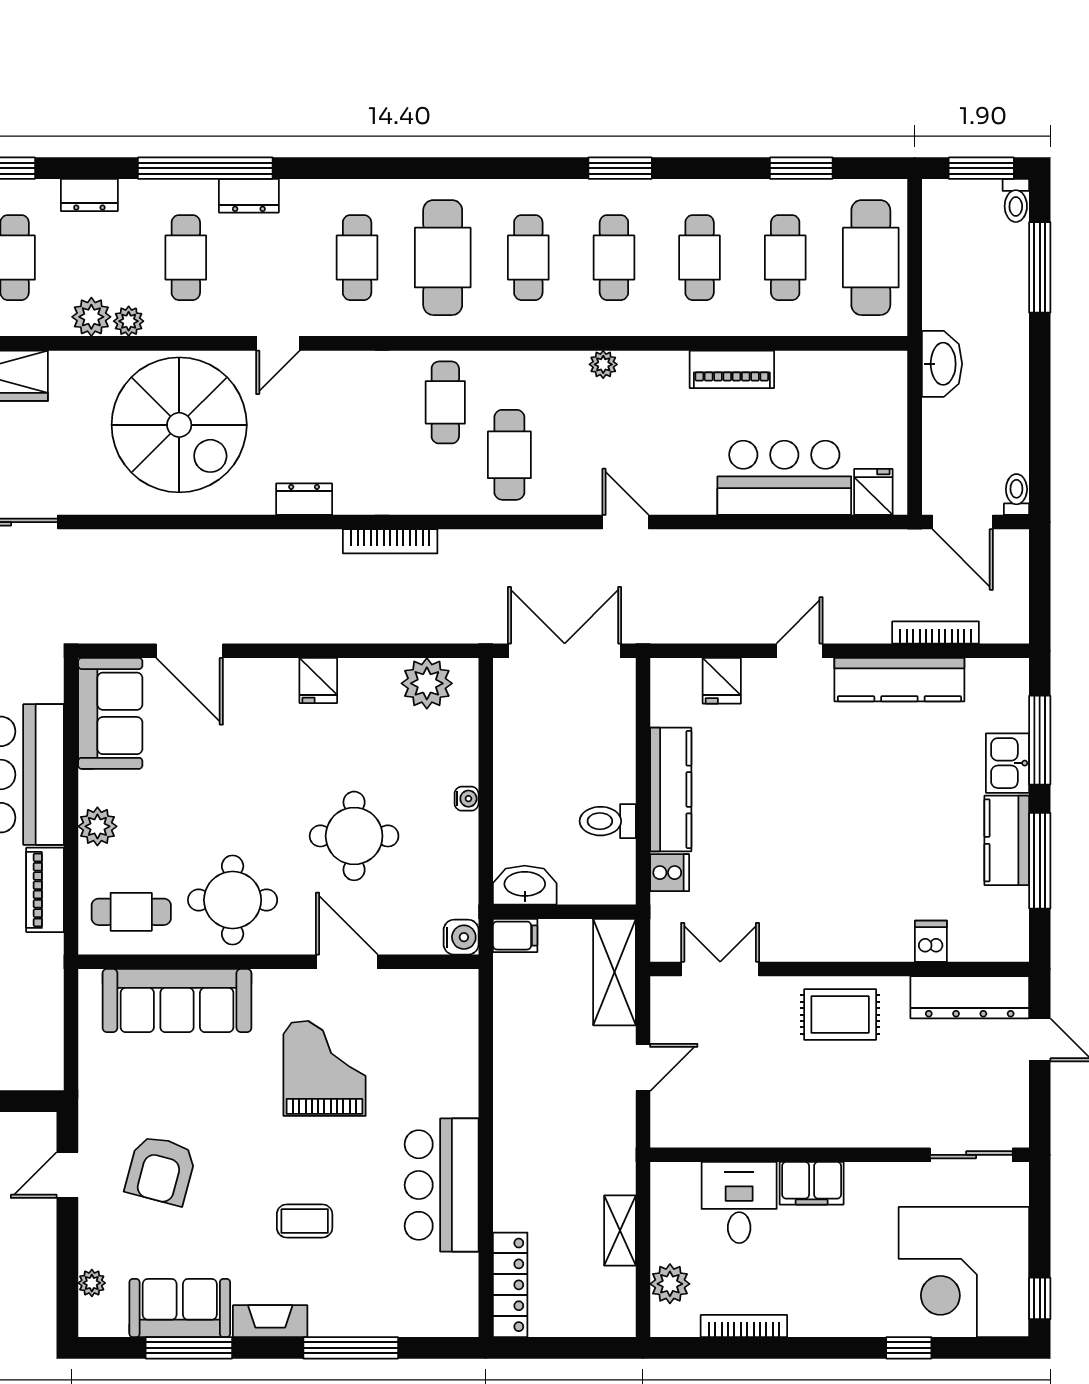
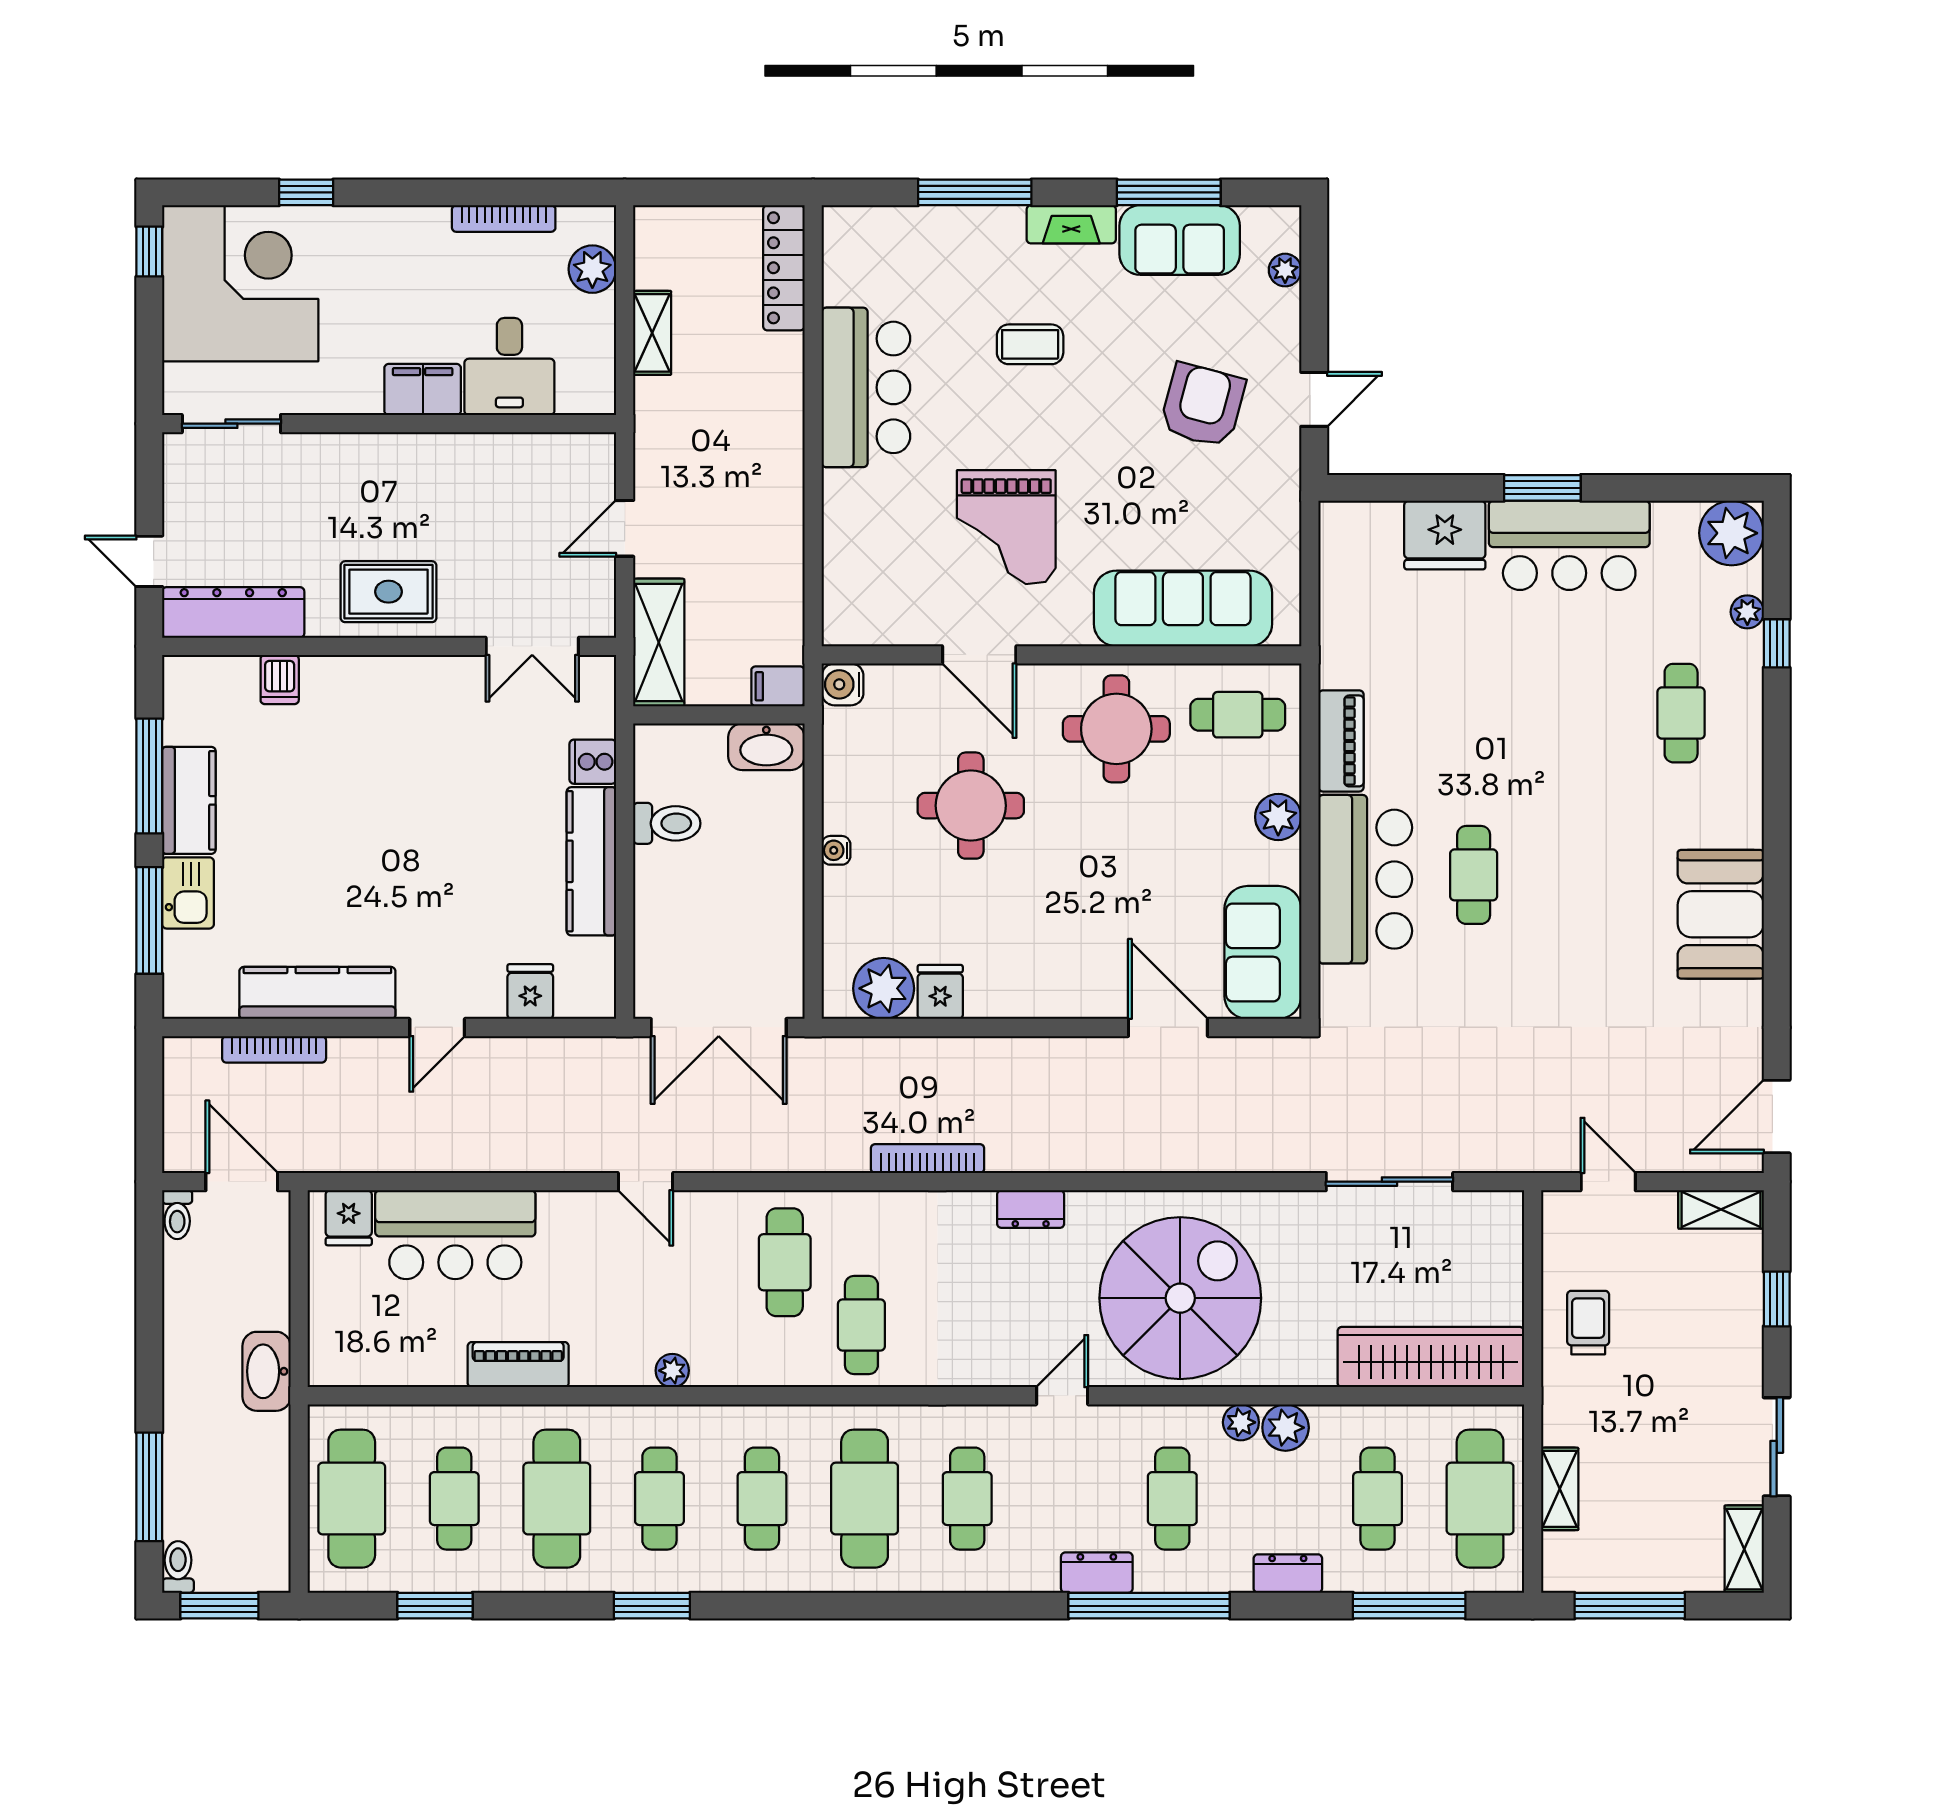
cafe table: (700, 258) -> (557, 1499), width x1.37, depth x1.35
spiral stairs: (179, 425) -> (1180, 1298), turned 90
fridge: (318, 680) -> (940, 992), moved

